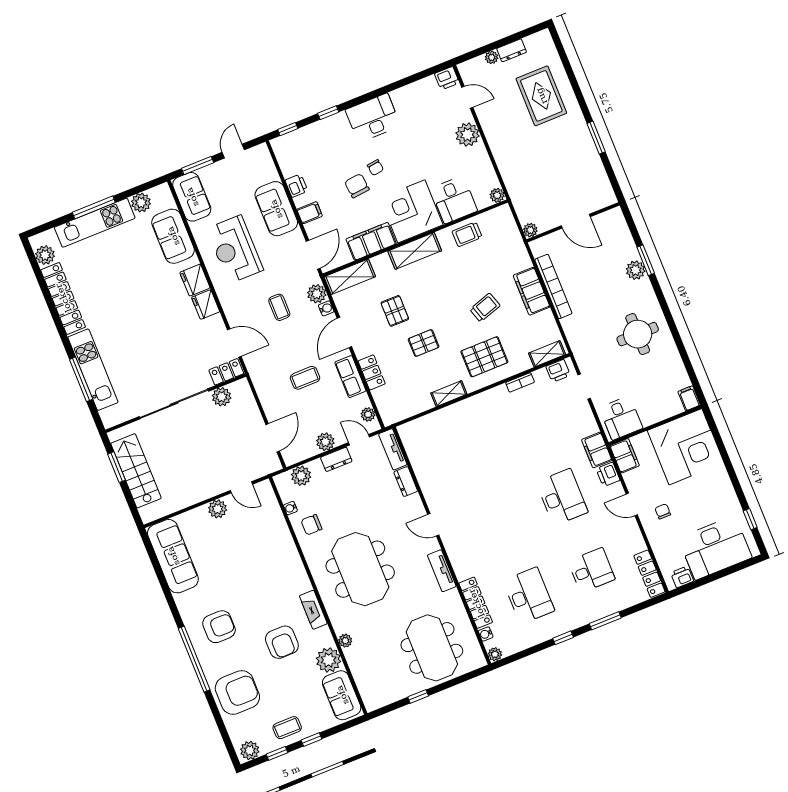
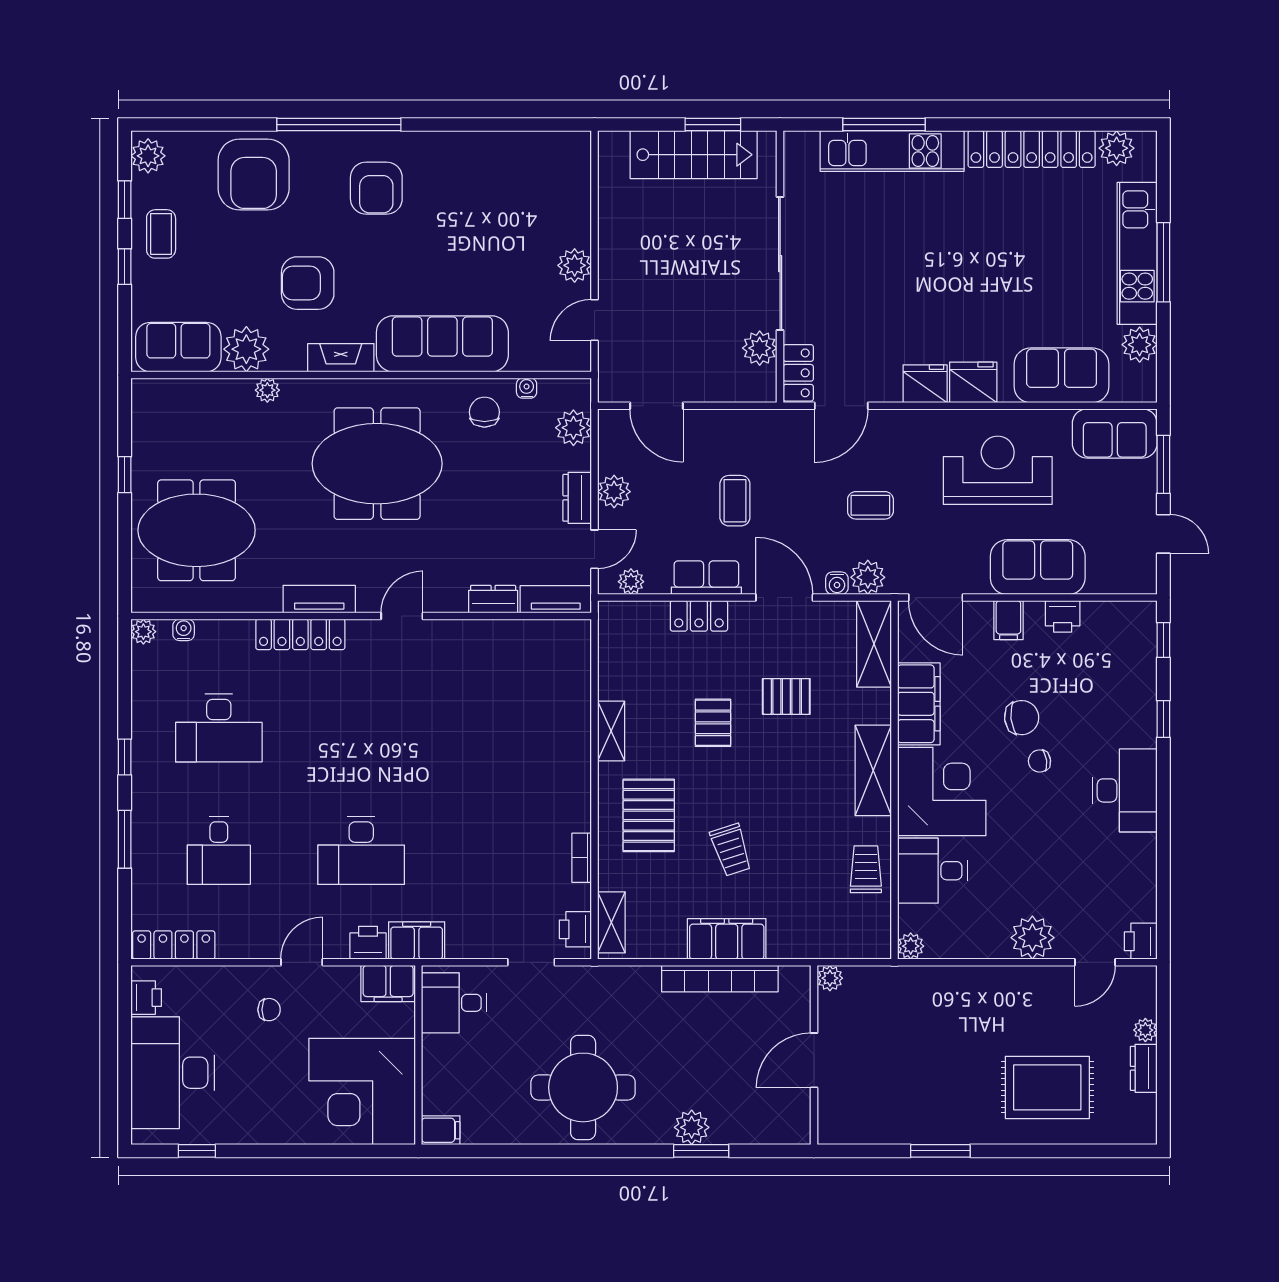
round table: (638, 334) -> (583, 1087), width x1.36, depth x1.36
sofa: (173, 556) -> (442, 344), moved, turned 180
locker: (476, 603) -> (300, 634), moved

